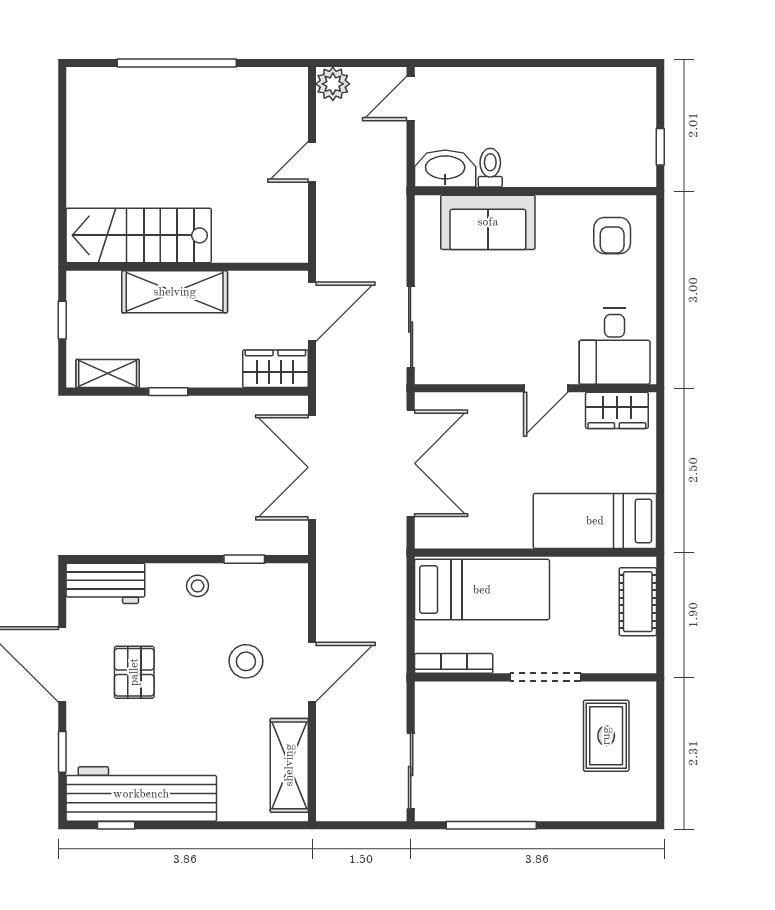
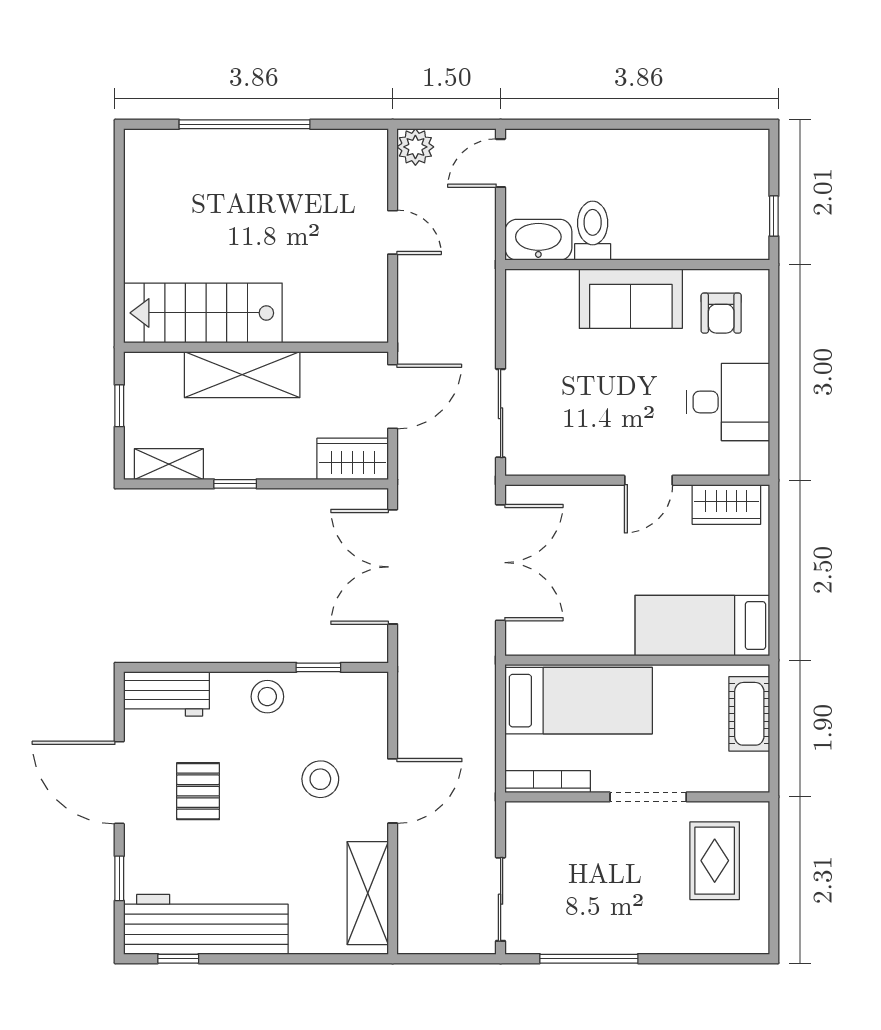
door: (312, 162) -> (393, 232), swing flipped
toilet: (490, 168) -> (593, 231), width x1.37, depth x1.39
sofa: (488, 222) -> (631, 299), moved
desk: (615, 346) -> (728, 402), moved, turned -90
stool: (198, 586) -> (267, 697), width x1.37, depth x1.37

